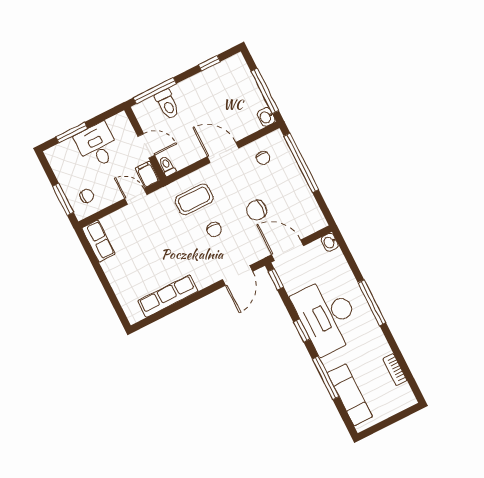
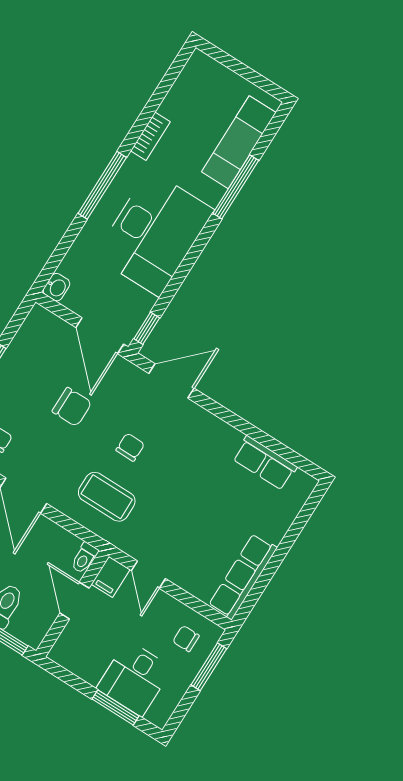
desk: (97, 146) -> (134, 678), moved
row of seats: (98, 241) -> (243, 576), width x1.48
row of seats: (168, 296) -> (265, 463), width x0.68
window: (302, 331) -> (193, 255), removed
bookcase: (395, 370) -> (150, 136), moved

